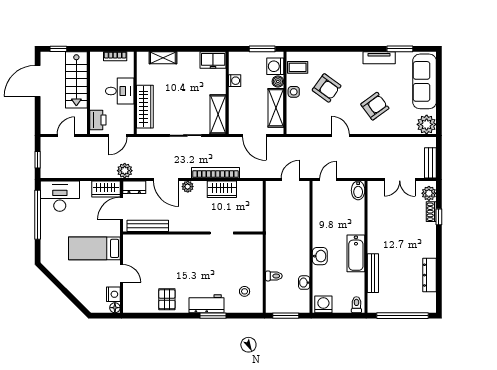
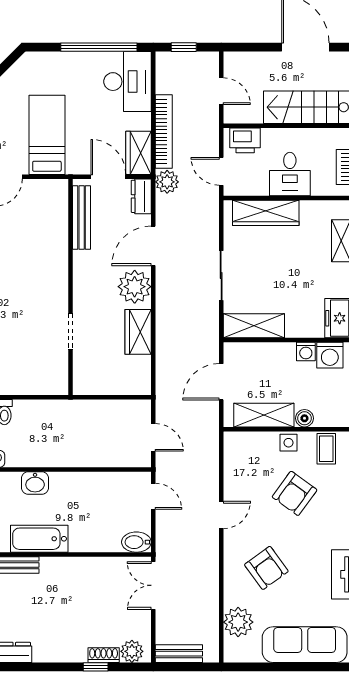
washing machine: (275, 66) -> (330, 355), moved, turned 180
plant: (427, 124) -> (238, 622), moved
bookcase: (215, 173) -> (164, 132), moved
double door: (400, 179) -> (153, 585), moved
plant: (188, 187) -> (135, 287), width x1.87, depth x1.87

